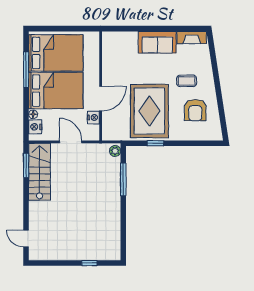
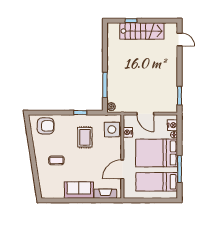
fireplace: (192, 38) -> (105, 194), moved
bed: (56, 53) -> (157, 182), width x0.67
door: (101, 99) -> (122, 169), moved
armchair: (195, 110) -> (46, 126), moved, turned 90
rug: (149, 111) -> (85, 137), width x0.54, depth x0.49
side table: (114, 121) -> (112, 129), added
stairs: (40, 172) -> (142, 31), moved, turned -90

